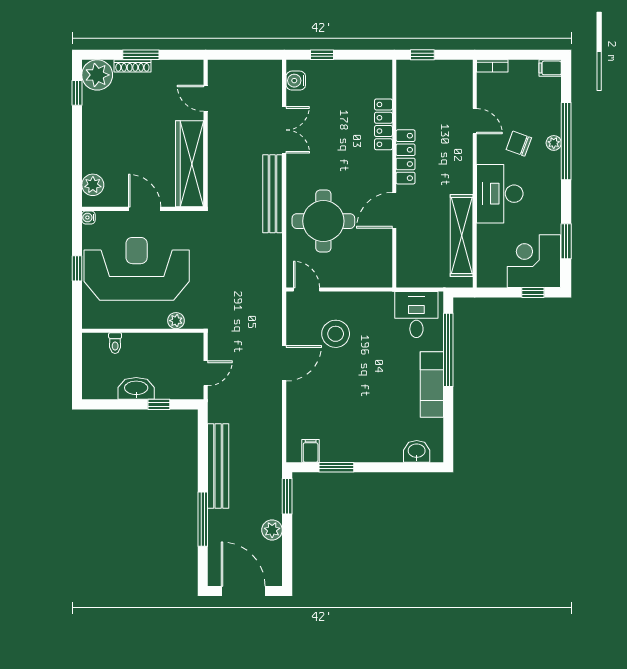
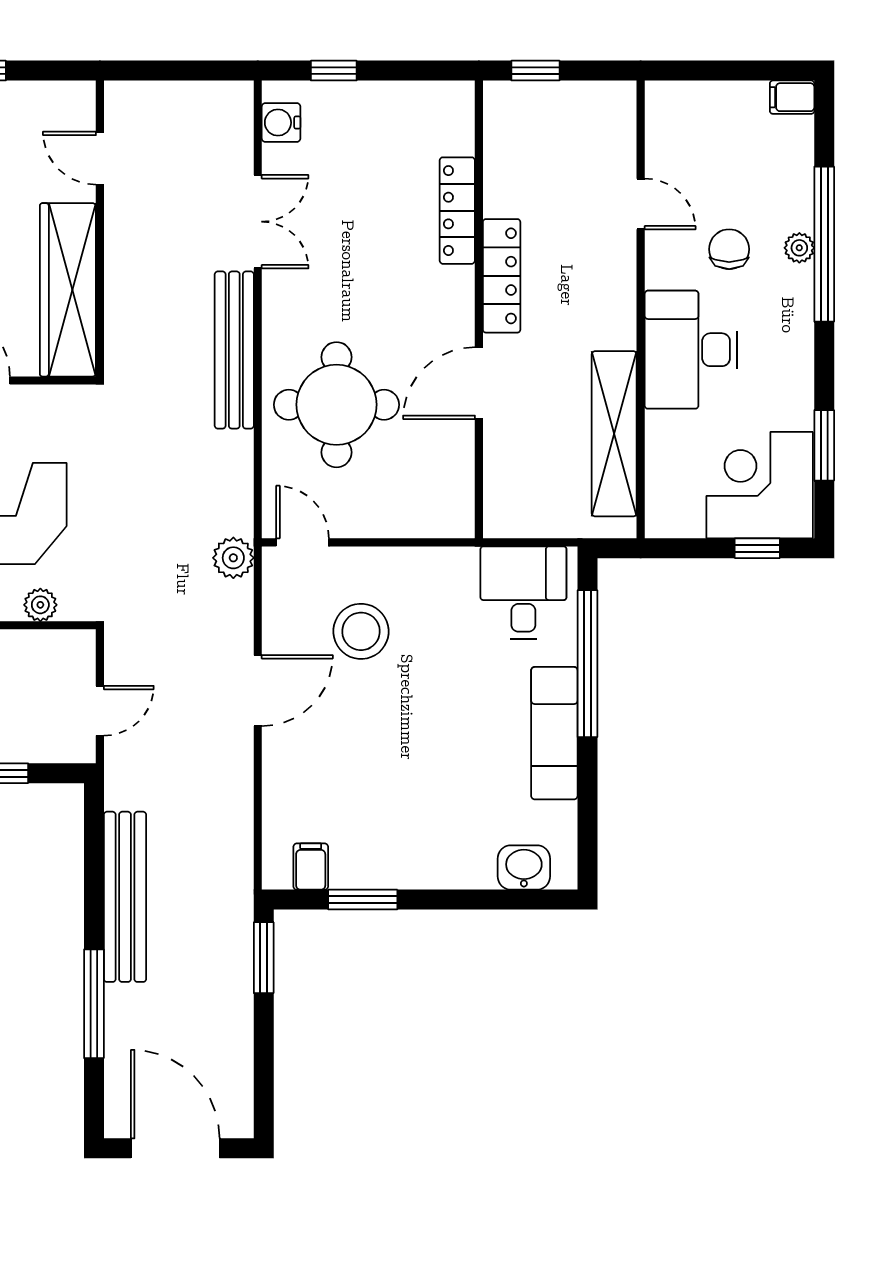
bookcase: (492, 66) -> (676, 93), removed
chair: (519, 144) -> (729, 249), turned 70
plant: (272, 530) -> (233, 558), moved

